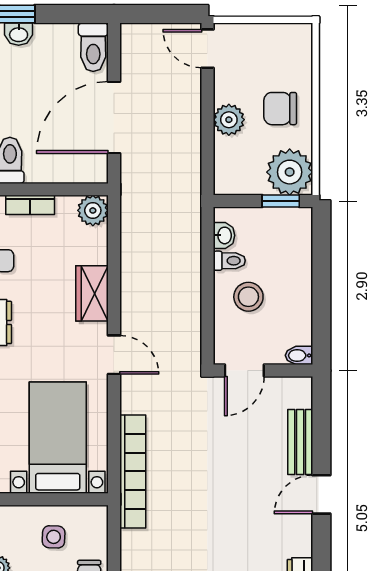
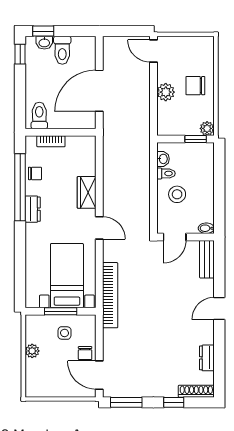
toilet: (93, 47) -> (62, 50), moved
plant: (290, 172) -> (207, 128), width x0.53, depth x0.53
plant: (93, 210) -> (87, 144), removed
bench: (300, 442) -> (207, 259), moved
window: (47, 499) -> (61, 311), added

